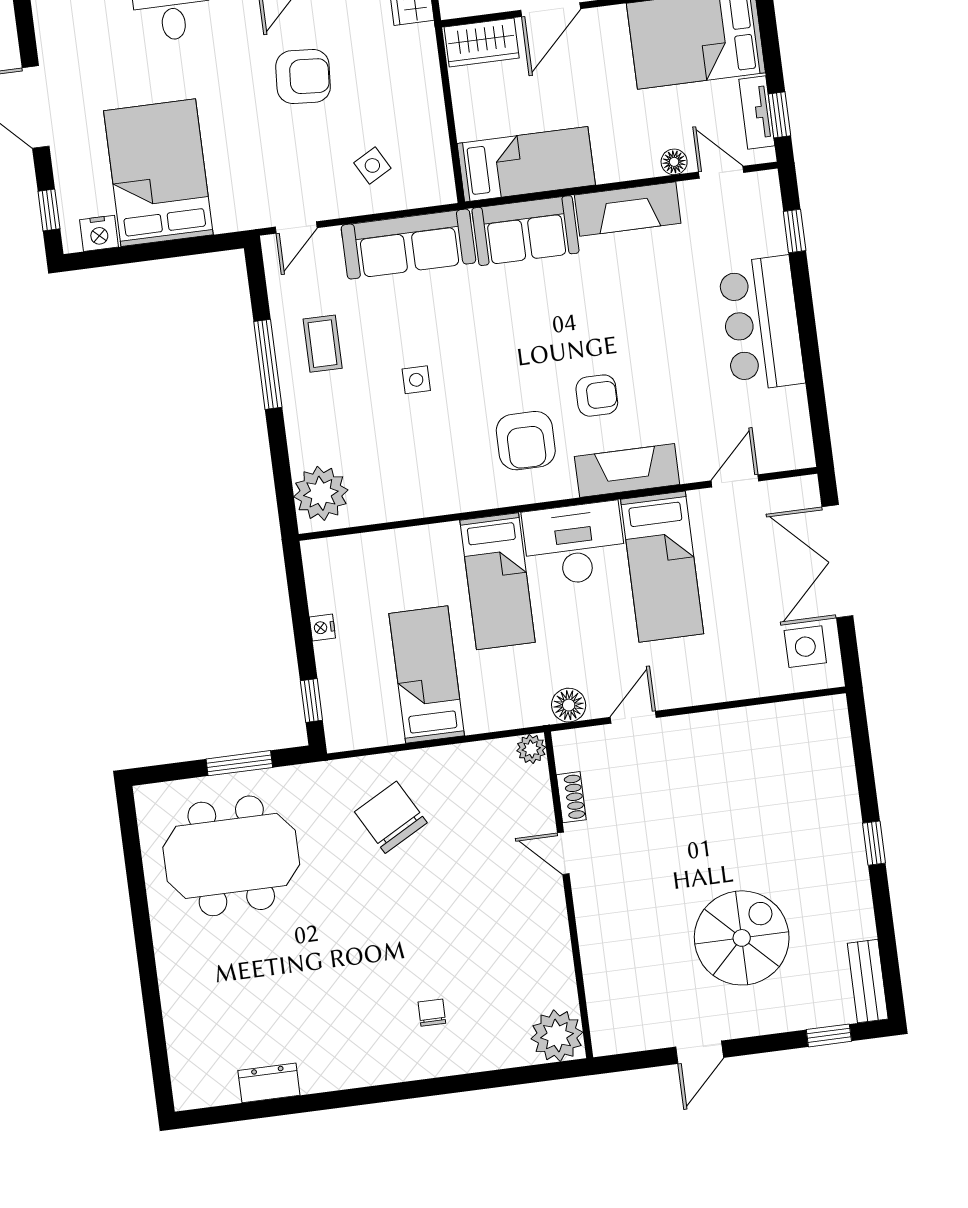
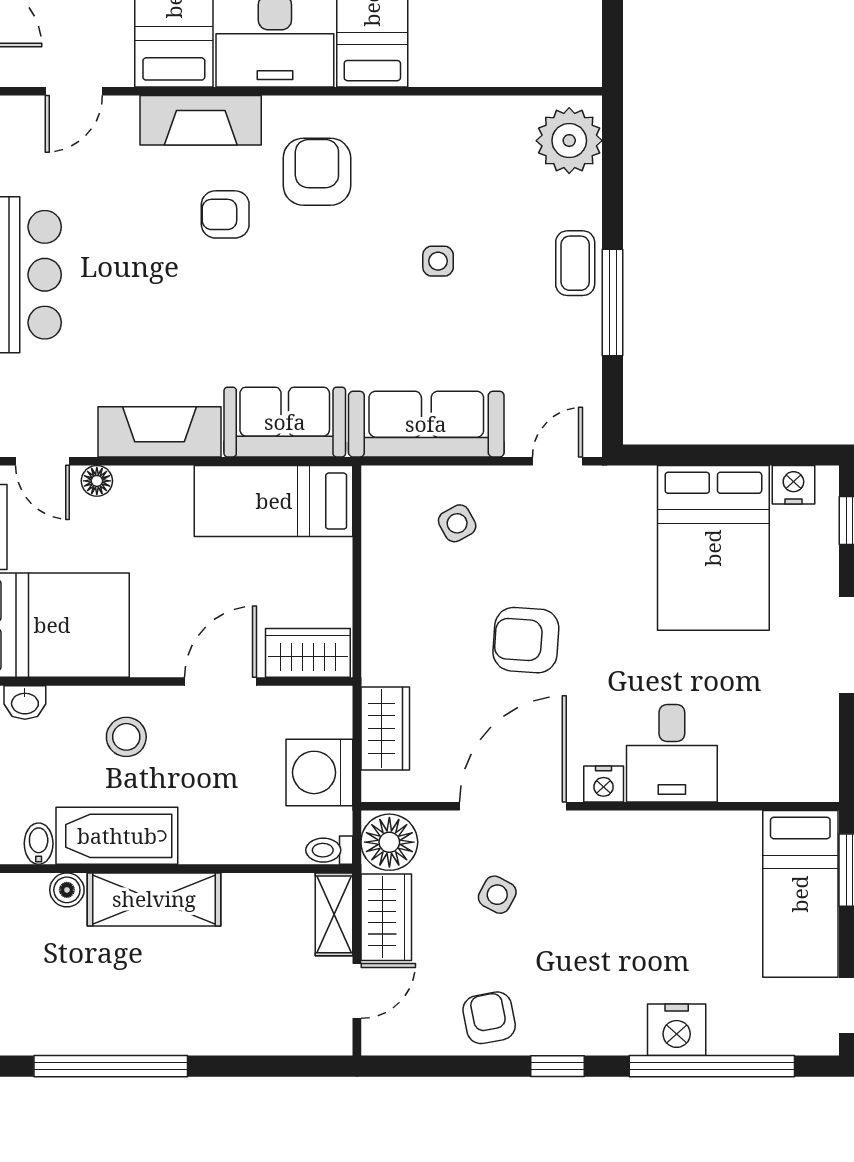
coffee table: (323, 344) -> (575, 263), moved

